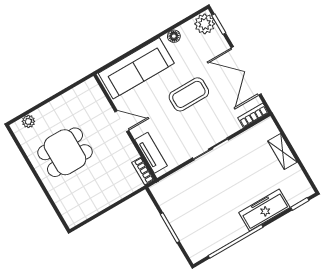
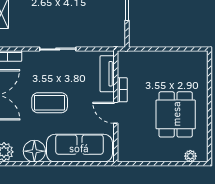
floor lamp: (174, 36) -> (34, 151), width x1.89, depth x1.89
dining table: (65, 152) -> (176, 114), turned 90
bookcase: (143, 171) -> (122, 90), moved

